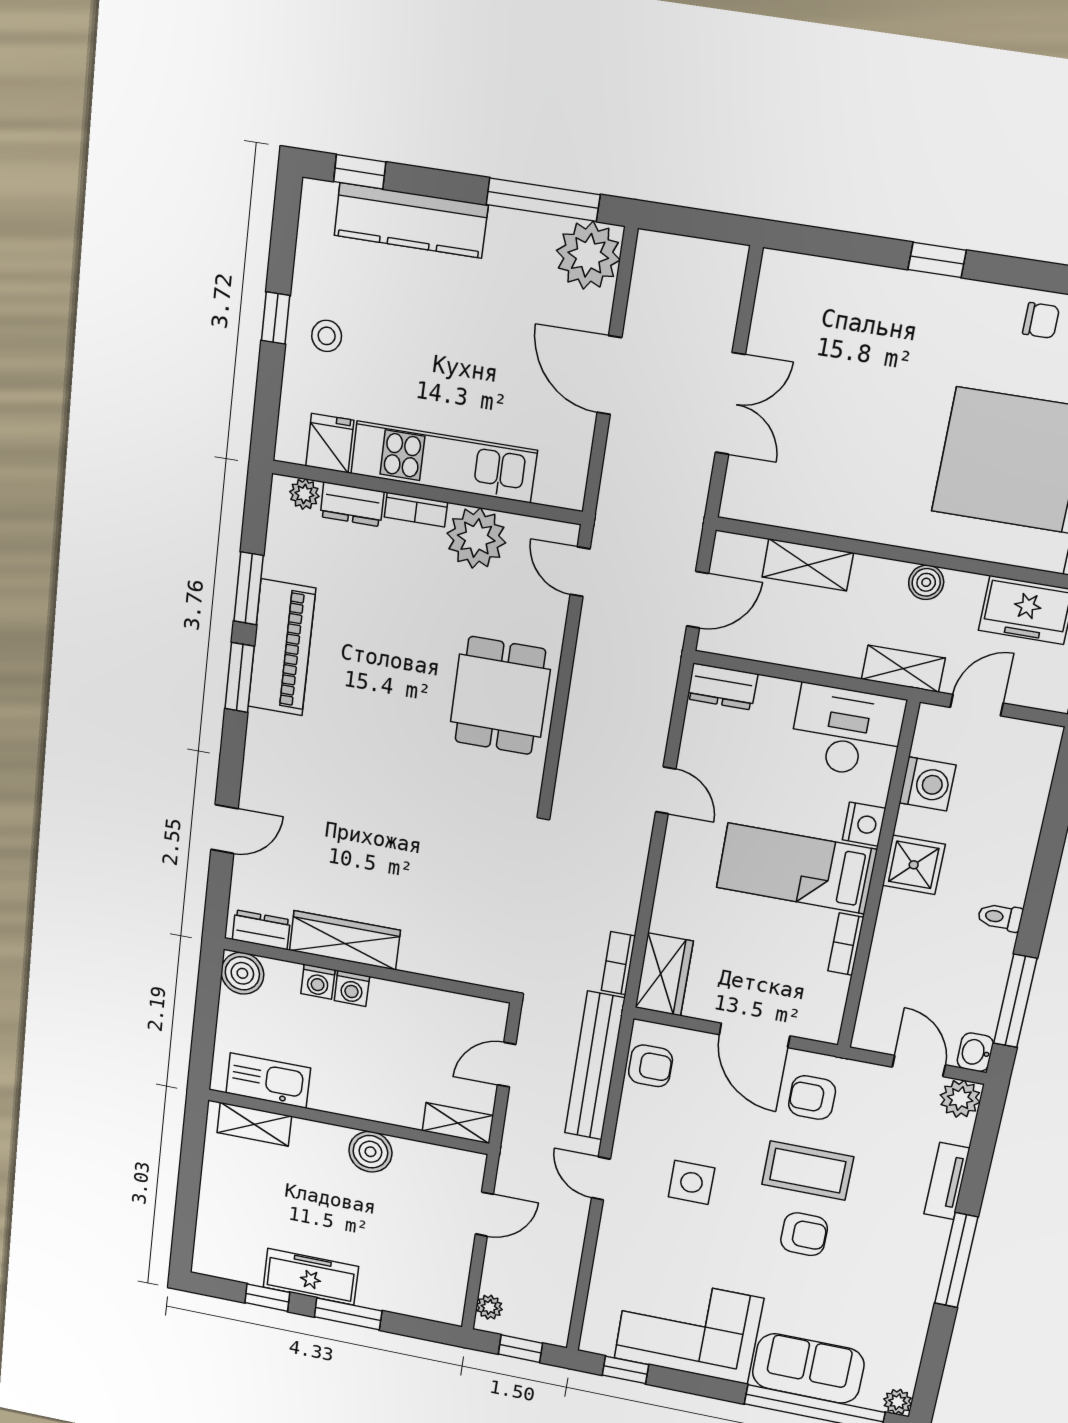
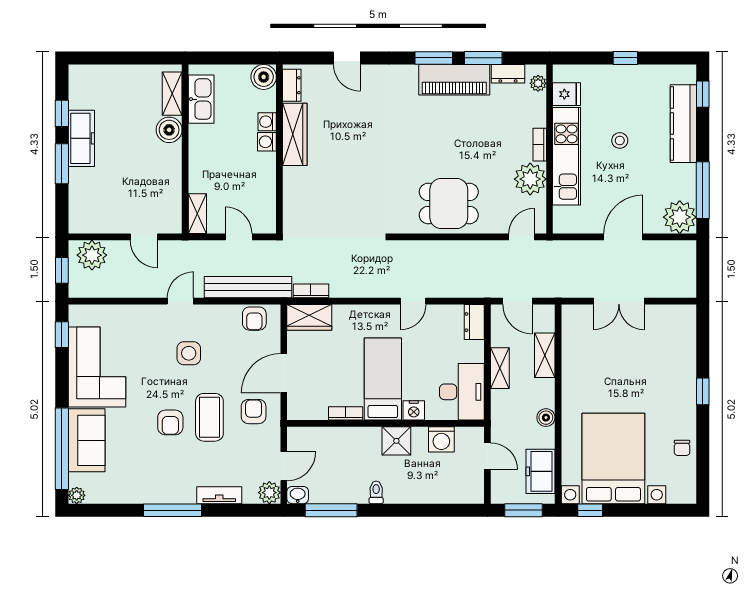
stool: (327, 336) -> (620, 140), moved
dresser: (352, 504) -> (508, 74), moved, turned -90
shelving: (903, 669) -> (500, 368), moved
boiler: (370, 1152) -> (169, 130), moved
plant: (489, 1307) -> (92, 255), width x1.88, depth x1.88

